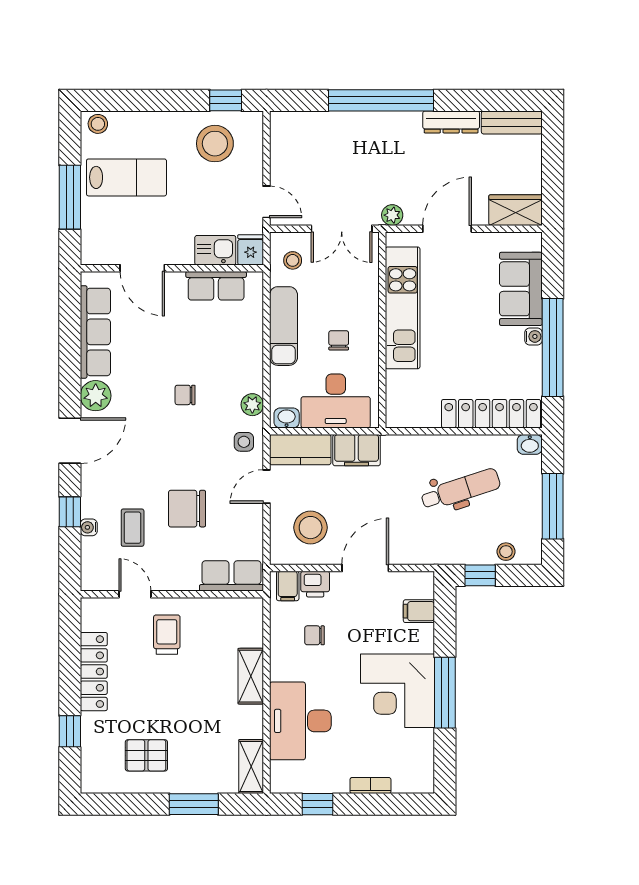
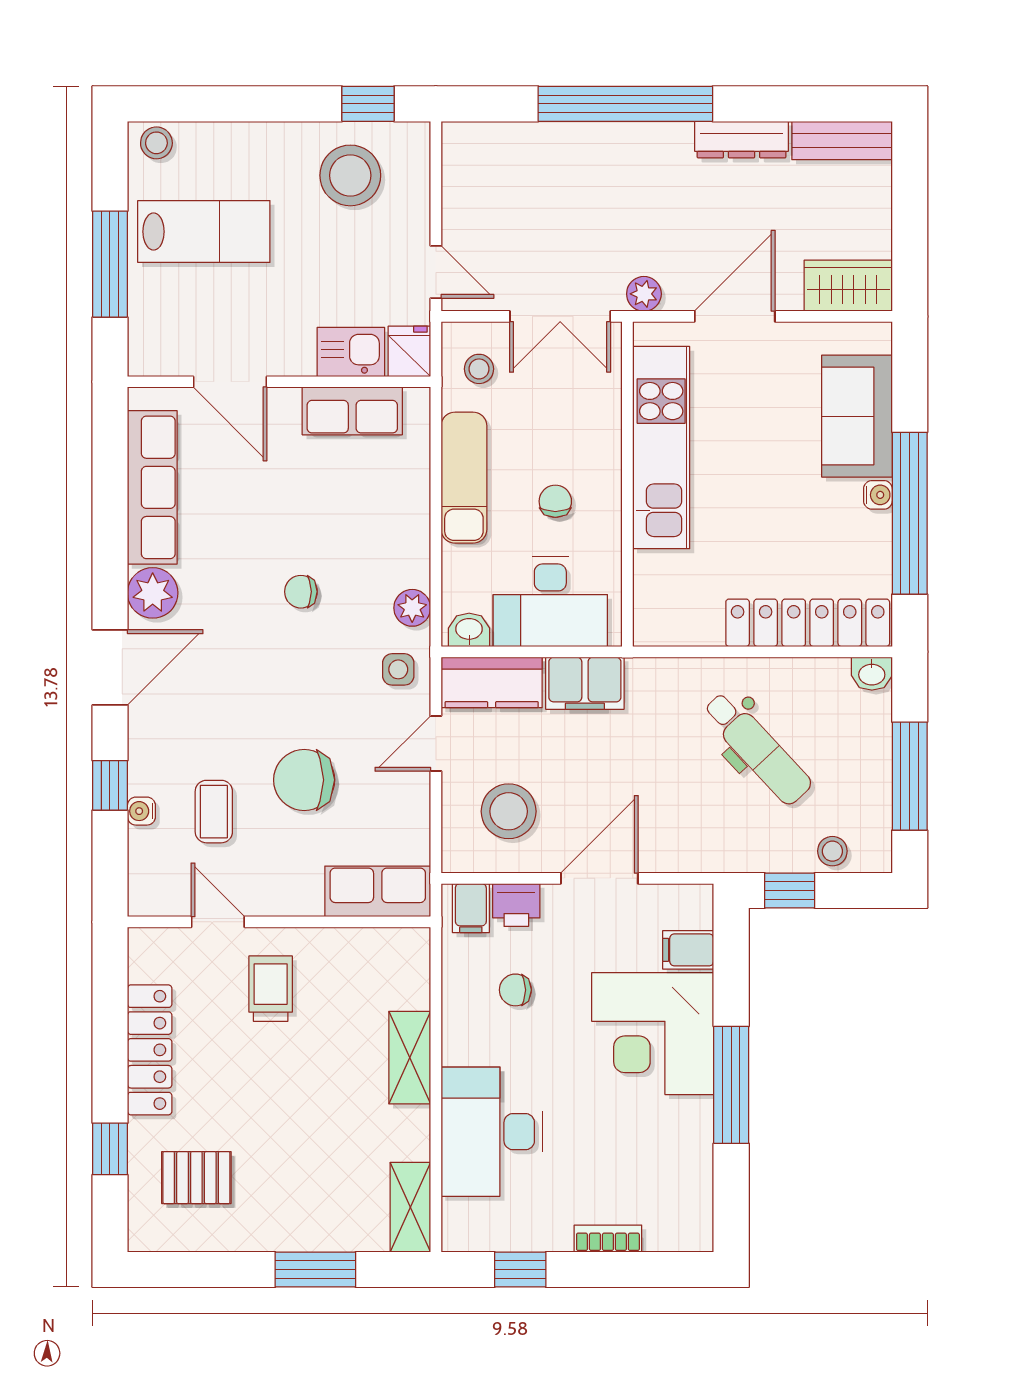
dental chair: (461, 489) -> (757, 748), turned 65
corner desk: (397, 691) -> (653, 1034), moved
pallet: (146, 755) -> (196, 1178), moved

